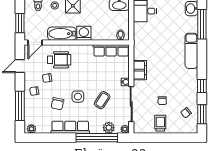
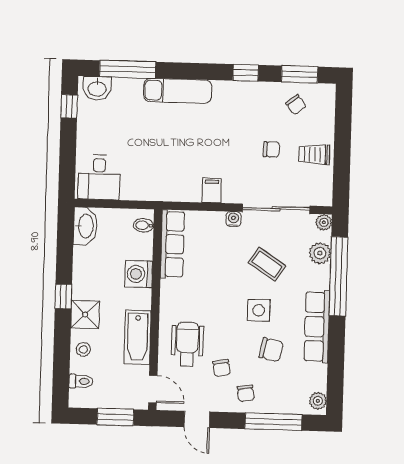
washing machine: (84, 33) -> (139, 274), moved
filing cabinet: (140, 70) -> (212, 190), width x0.50

